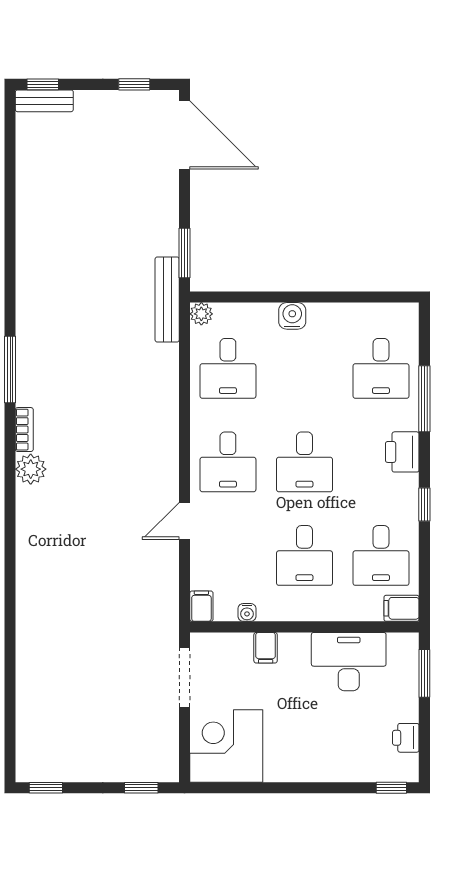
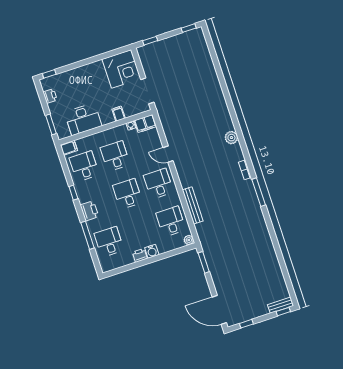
bench: (167, 299) -> (193, 205), moved
printer: (322, 316) -> (140, 255), added
plant: (31, 469) -> (231, 138), moved
door: (185, 521) -> (168, 154), swing flipped
filing cabinet: (201, 606) -> (145, 124), width x2.00

